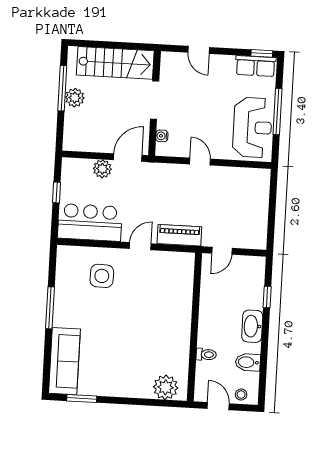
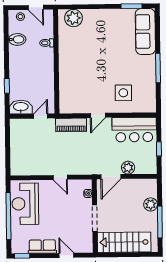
row of seats: (256, 66) -> (42, 247), moved
plant: (75, 98) -> (151, 204), moved
window: (278, 111) -> (8, 216), width x1.46
washbasin: (252, 326) -> (21, 107), moved, turned -90

